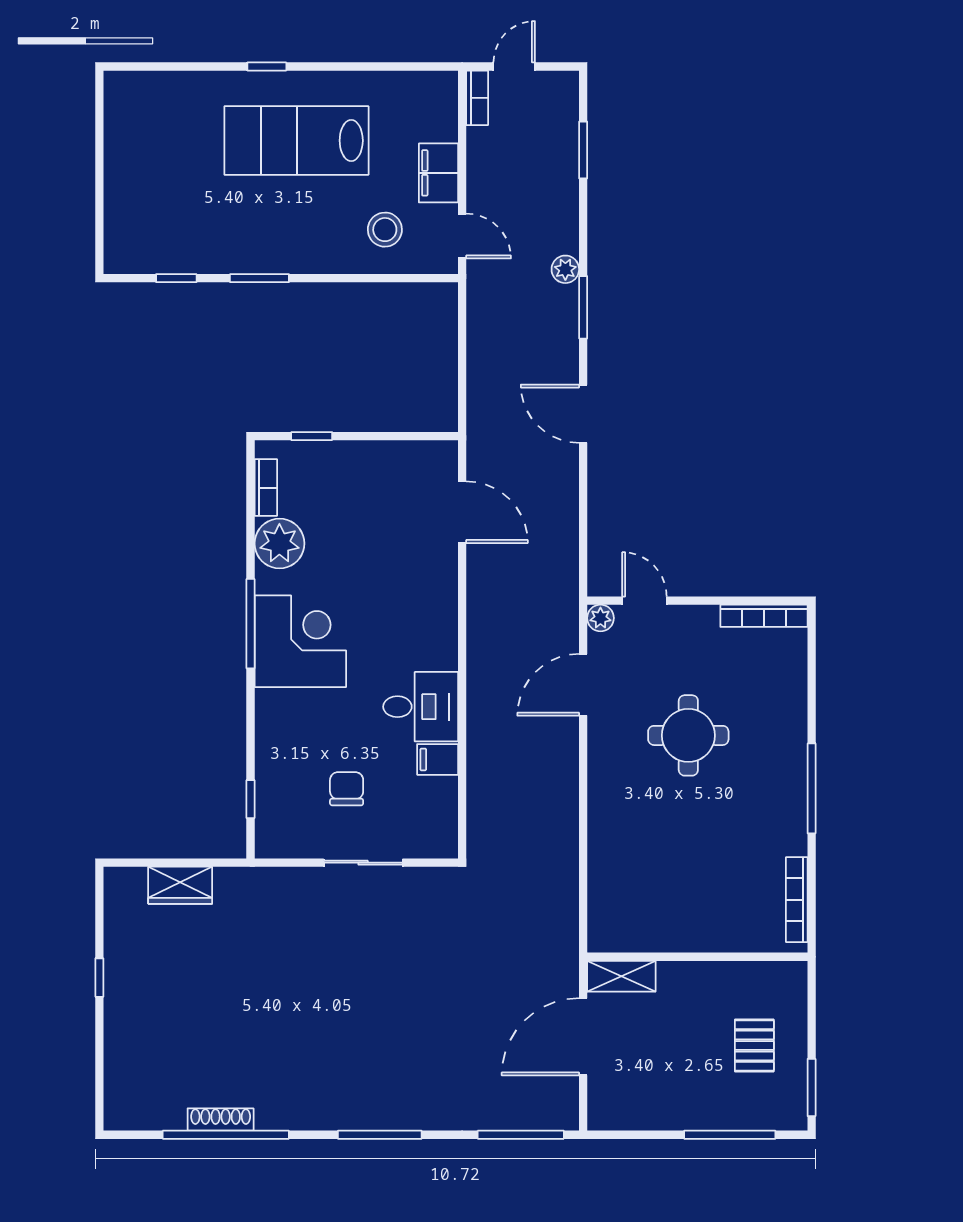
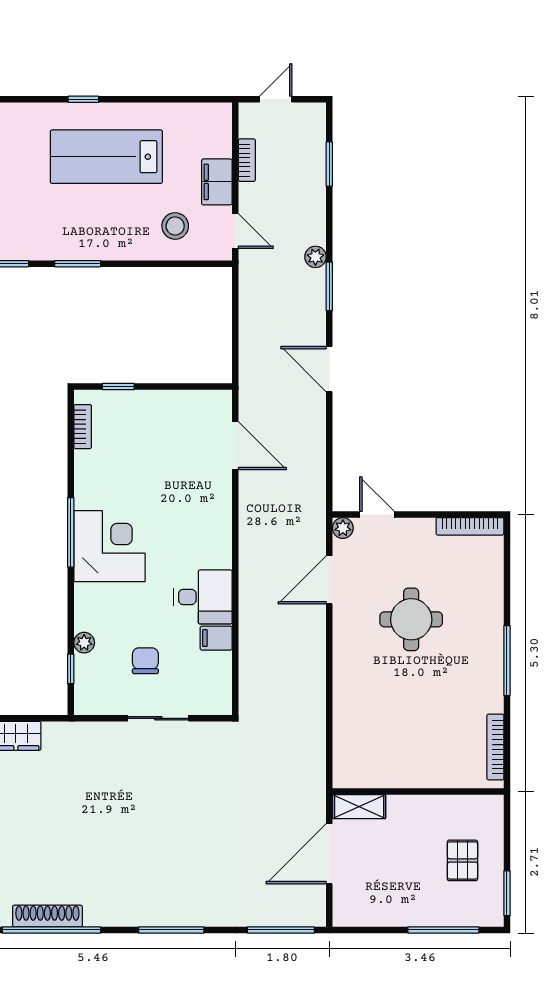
bookcase: (477, 98) -> (247, 160), moved
plant: (279, 543) -> (84, 643), moved, width x0.53, depth x0.53
shoe rack: (221, 1120) -> (47, 916), width x1.36, depth x1.24

